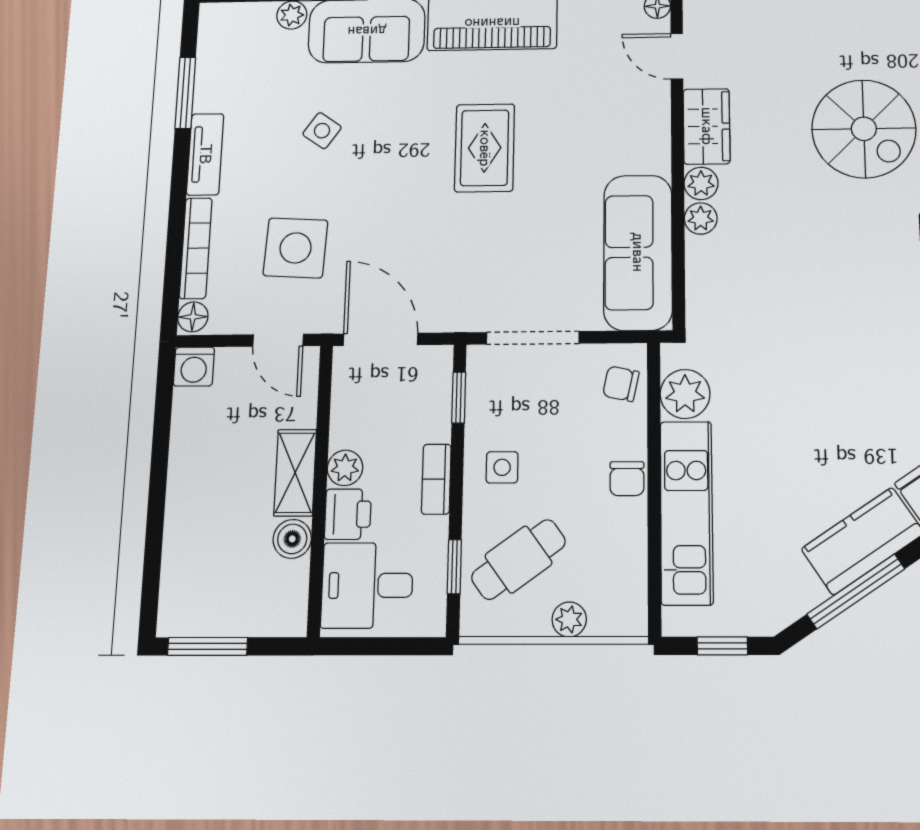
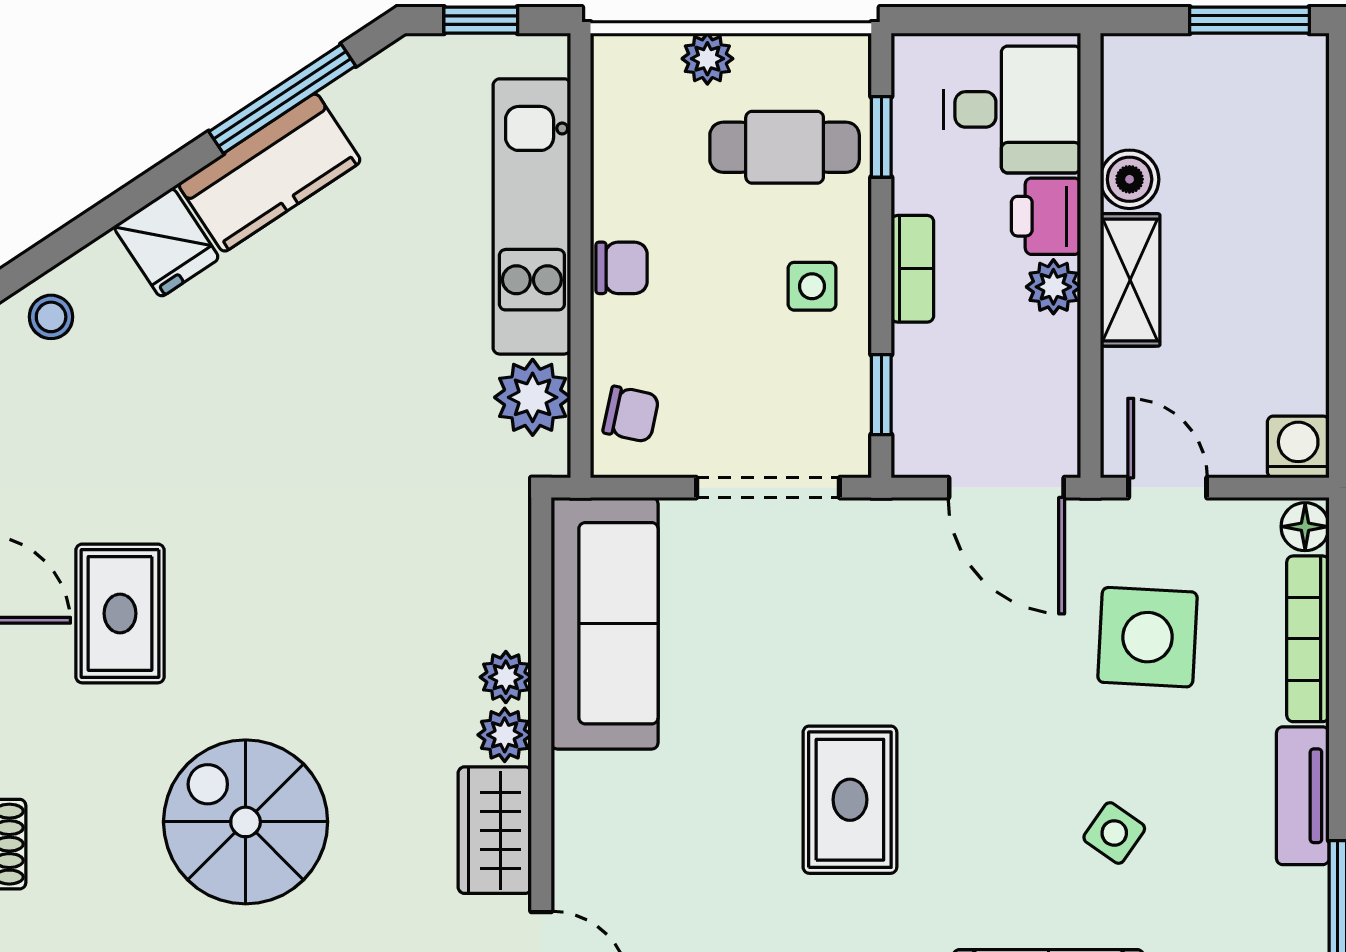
chair: (627, 479) -> (622, 268), turned 90
cafe table: (518, 559) -> (785, 147), turned 36

